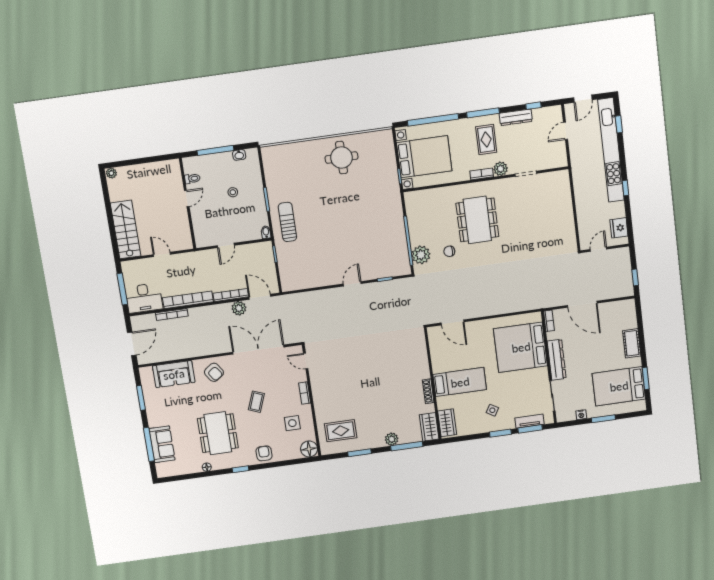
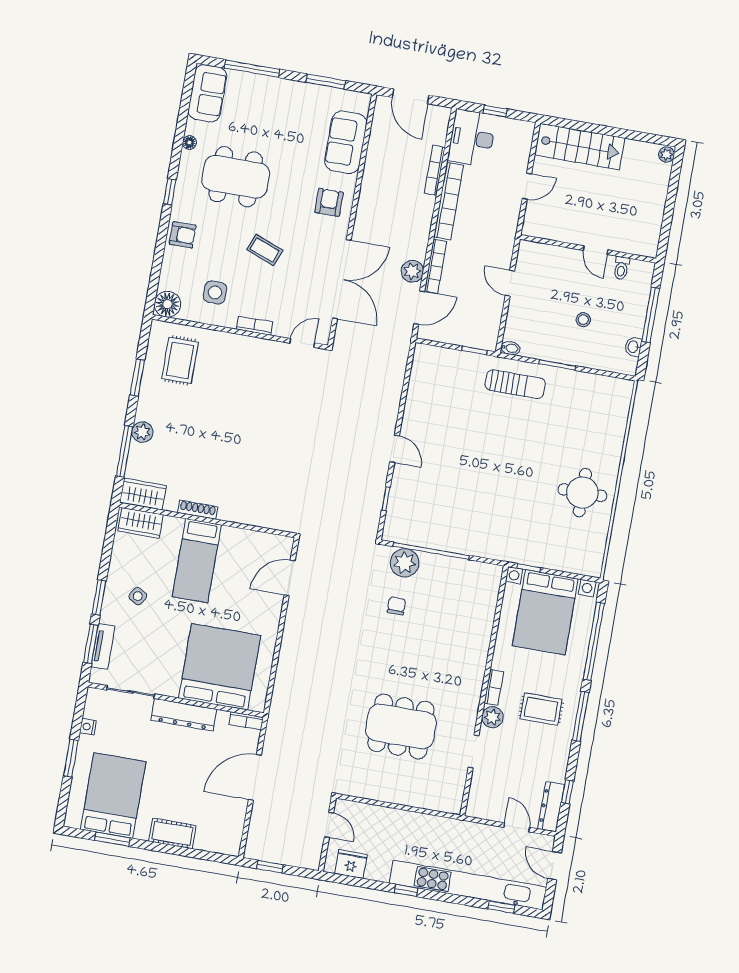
dresser: (516, 117) -> (551, 807), moved
dining table: (477, 220) -> (401, 726), moved
window: (122, 289) -> (495, 111), width x0.46
armchair: (214, 372) -> (329, 202), turned 125
sofa: (162, 444) -> (207, 93), moved, turned -90

